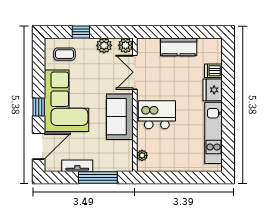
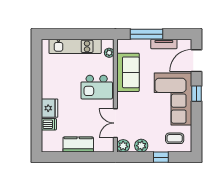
double door: (135, 72) -> (115, 123), swing flipped
sofa: (120, 117) -> (128, 72), moved
kitchen unit: (213, 133) -> (75, 46), moved, turned 90

